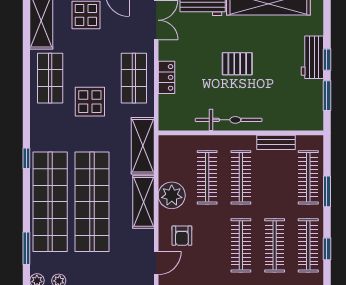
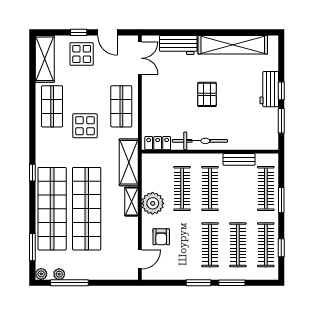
pallet: (237, 64) -> (207, 94), turned 90
locker: (166, 77) -> (158, 143), moved, turned -90
shelving: (143, 202) -> (132, 202), width x0.67, depth x0.75

